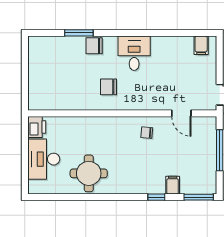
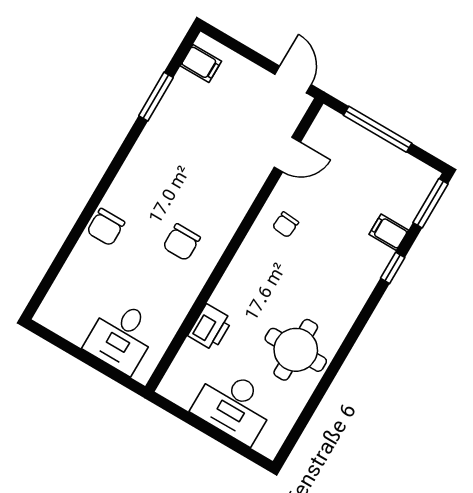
window: (79, 33) -> (156, 97), moved
desk: (134, 53) -> (121, 337), moved, turned -90
printer: (37, 127) -> (210, 327), moved, turned 90

